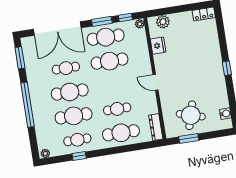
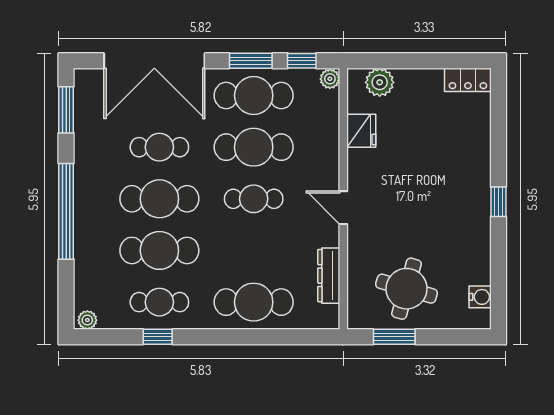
cafe table: (117, 109) -> (254, 199), moved
dresser: (156, 127) -> (329, 276), moved

